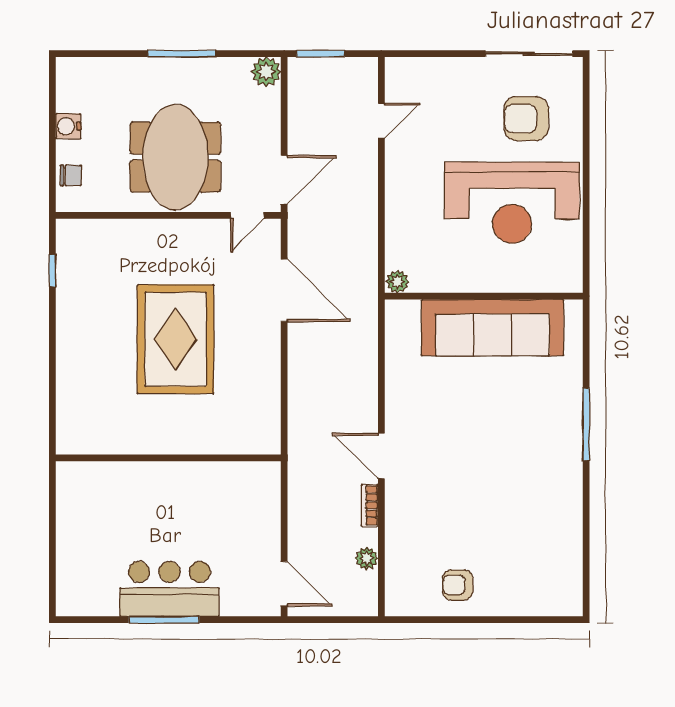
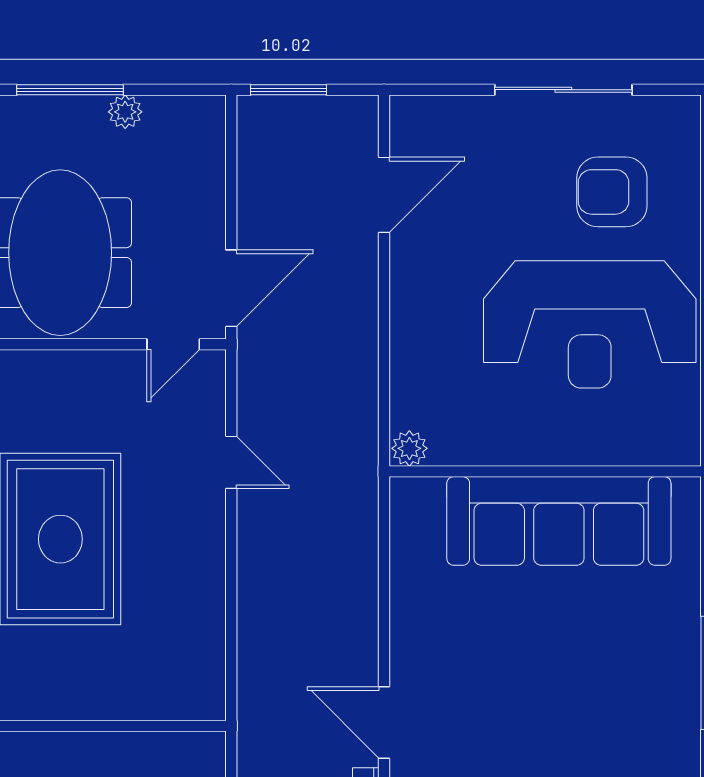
sliding door: (529, 54) -> (563, 90), moved
plant: (266, 72) -> (125, 112), moved, width x0.73, depth x0.73
door: (381, 120) -> (384, 195), width x1.38
door: (284, 290) -> (231, 462), width x0.53

